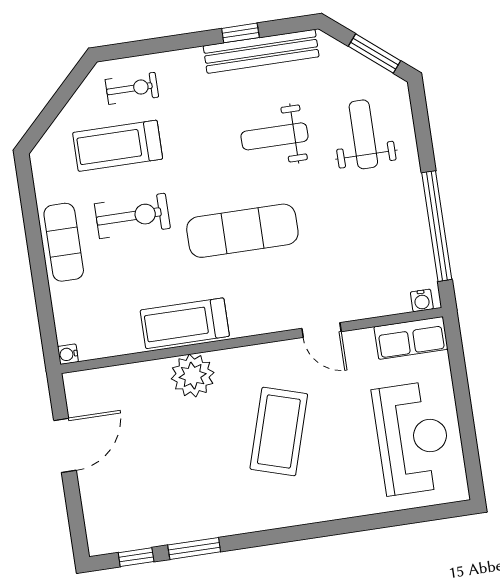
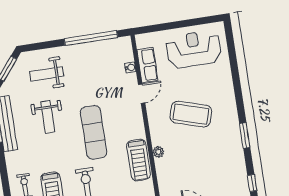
water cooler: (422, 300) -> (130, 68), moved
row of seats: (411, 338) -> (147, 65), moved
plant: (193, 376) -> (158, 152), width x0.53, depth x0.53
window: (194, 548) -> (245, 135), moved

